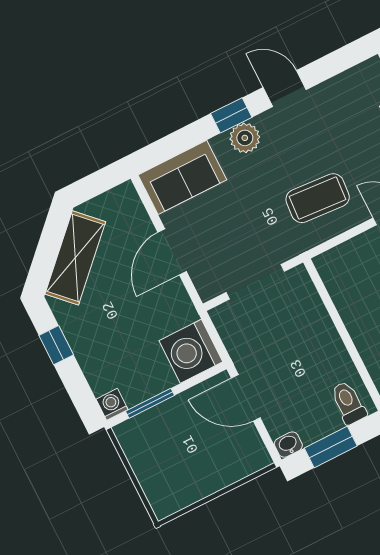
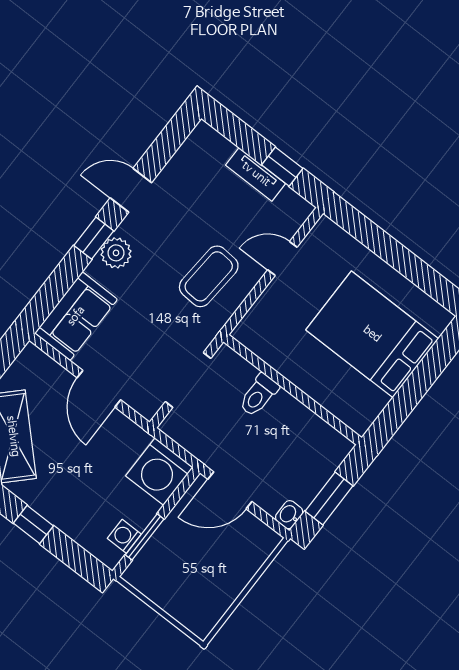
toilet: (348, 403) -> (259, 395), moved, turned -90
washing machine: (112, 404) -> (124, 536), moved

